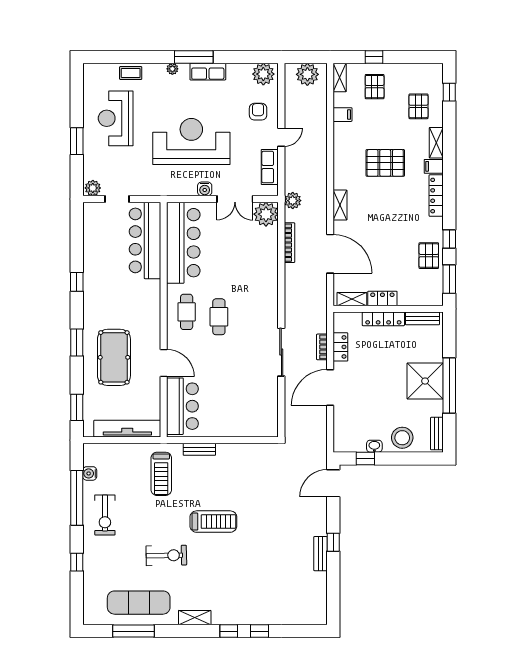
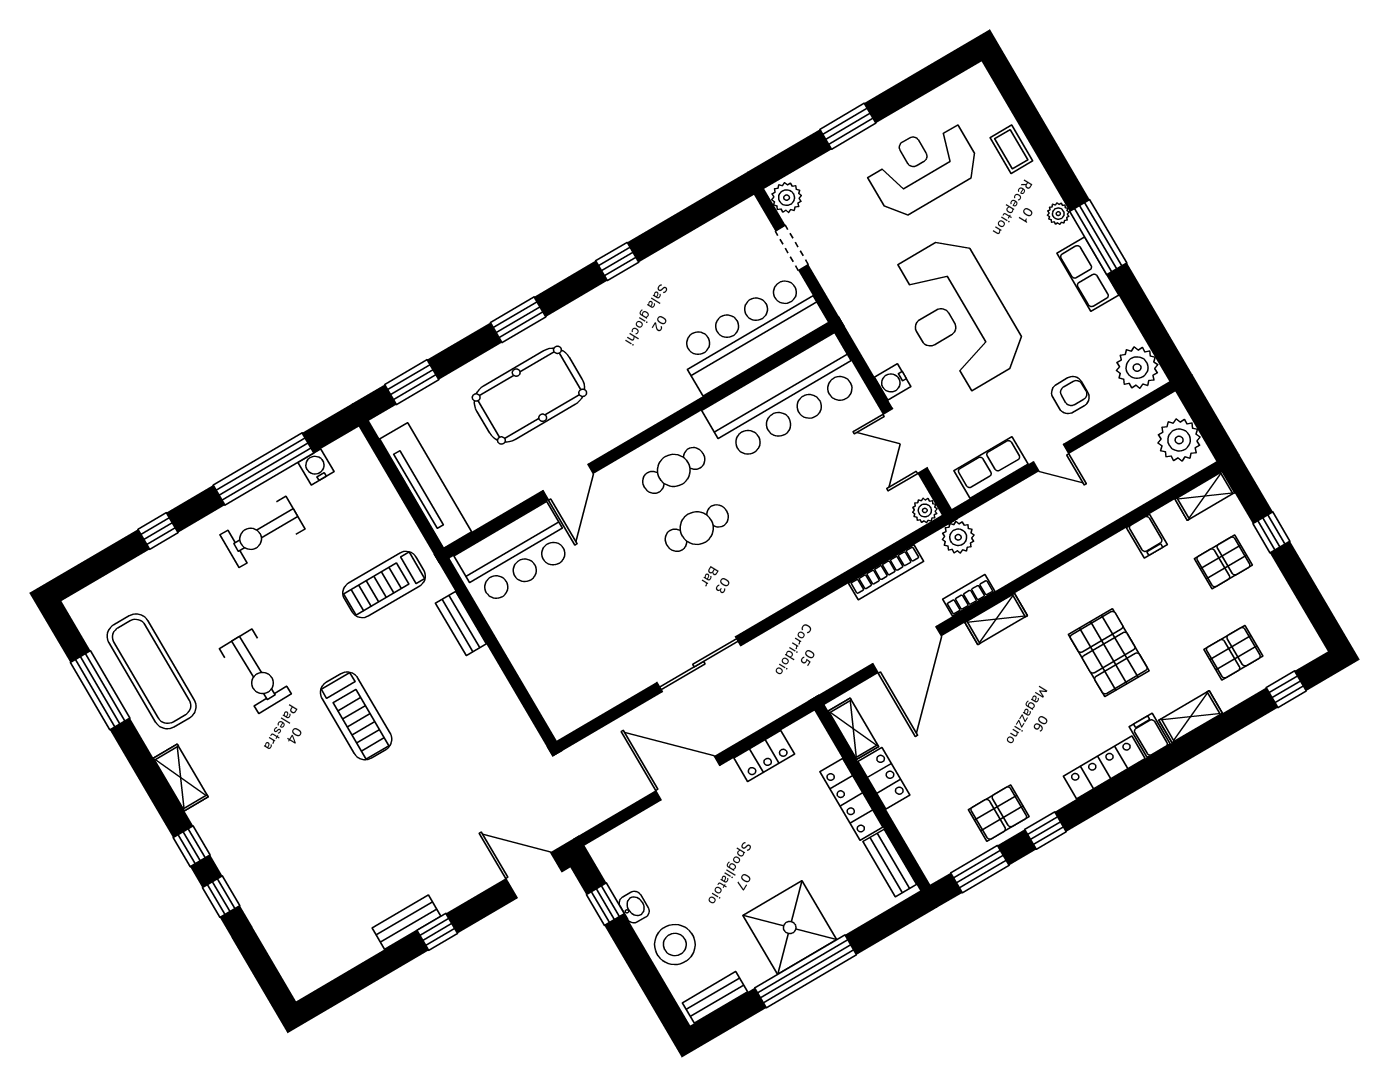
reception desk: (191, 141) -> (958, 314), turned 180
plant: (266, 214) -> (925, 510), width x0.53, depth x0.53
bookcase: (322, 347) -> (969, 595), moved

